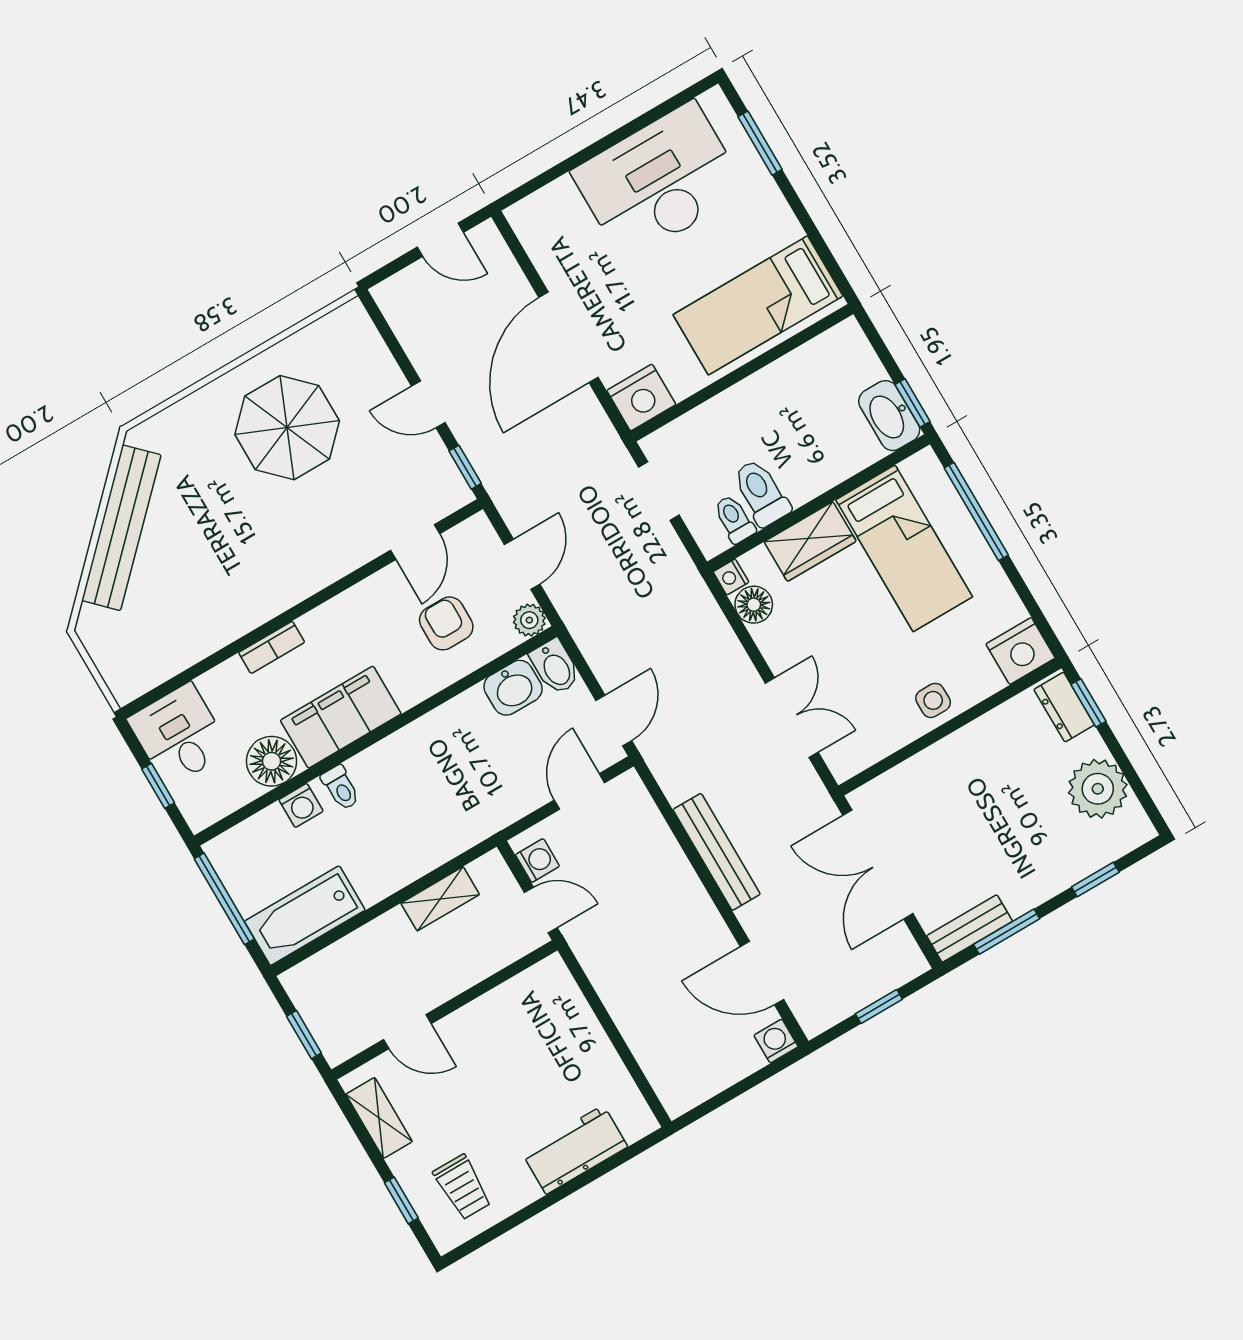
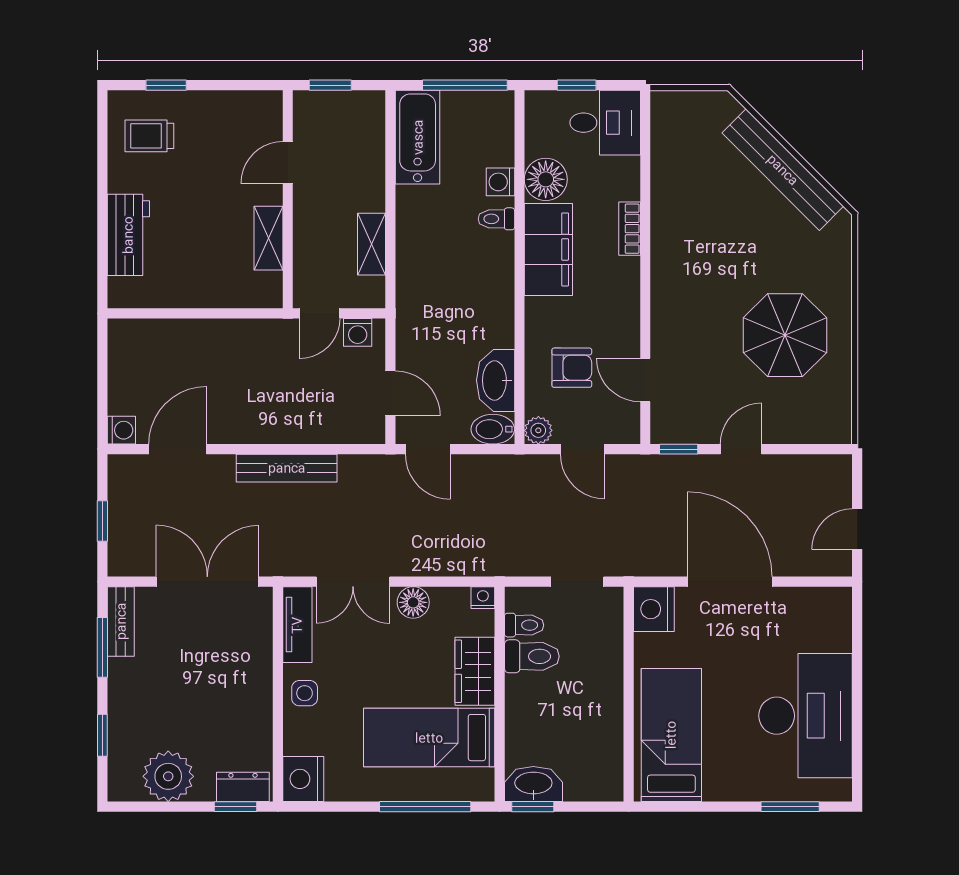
floor lamp: (754, 605) -> (413, 602), moved
washbasin: (513, 688) -> (496, 380), width x1.38
tv unit: (868, 748) -> (297, 625), added
shelving: (379, 1118) -> (268, 238), moved, turned 90

